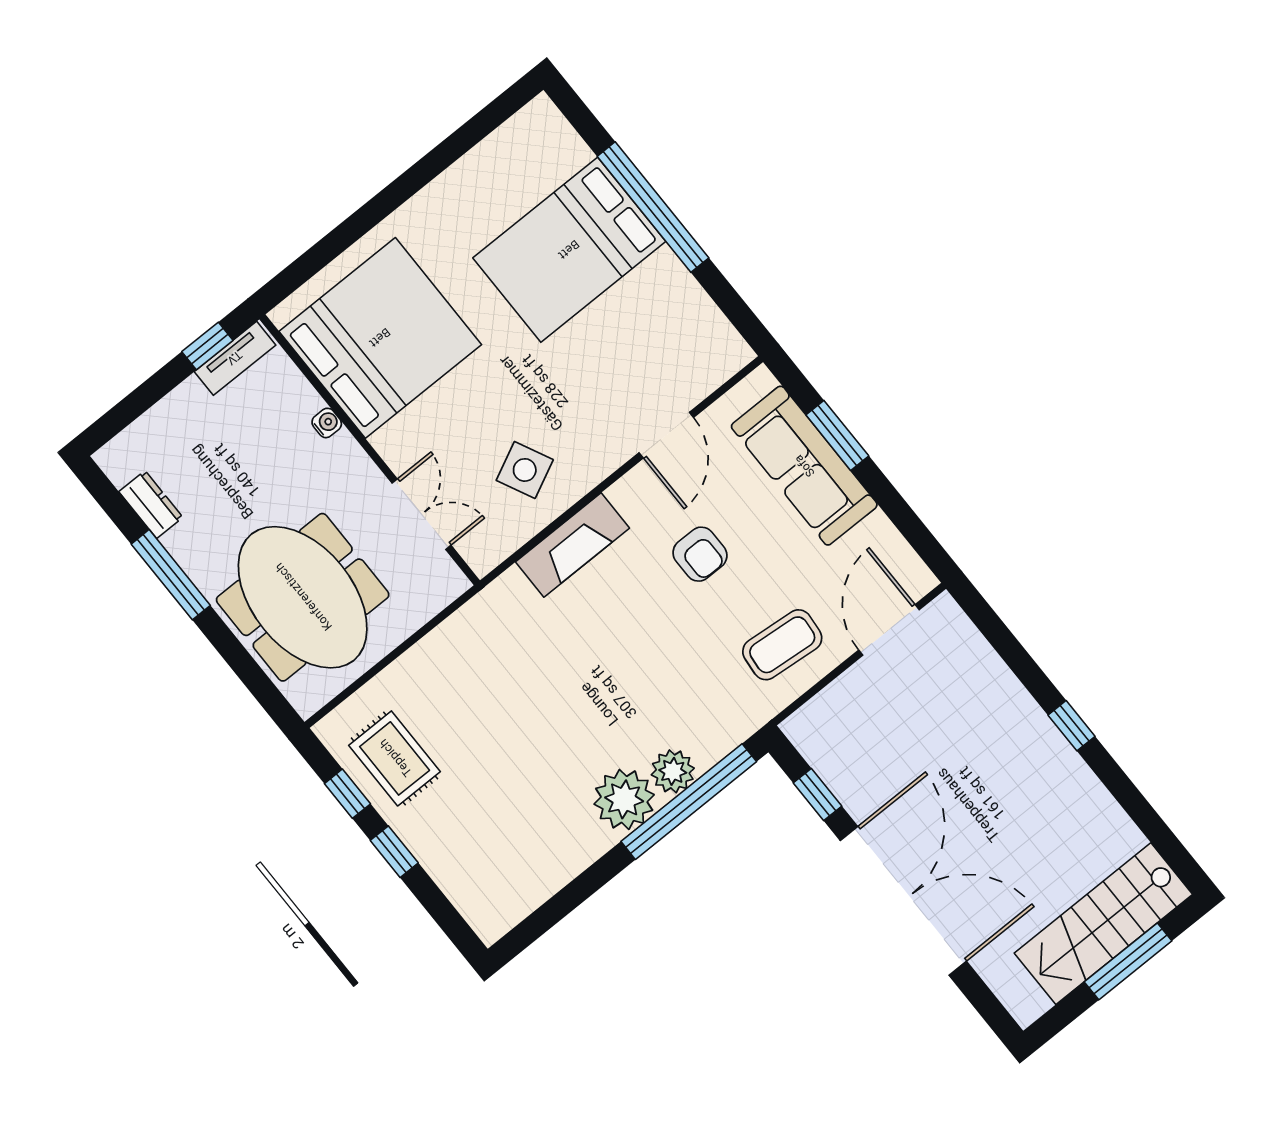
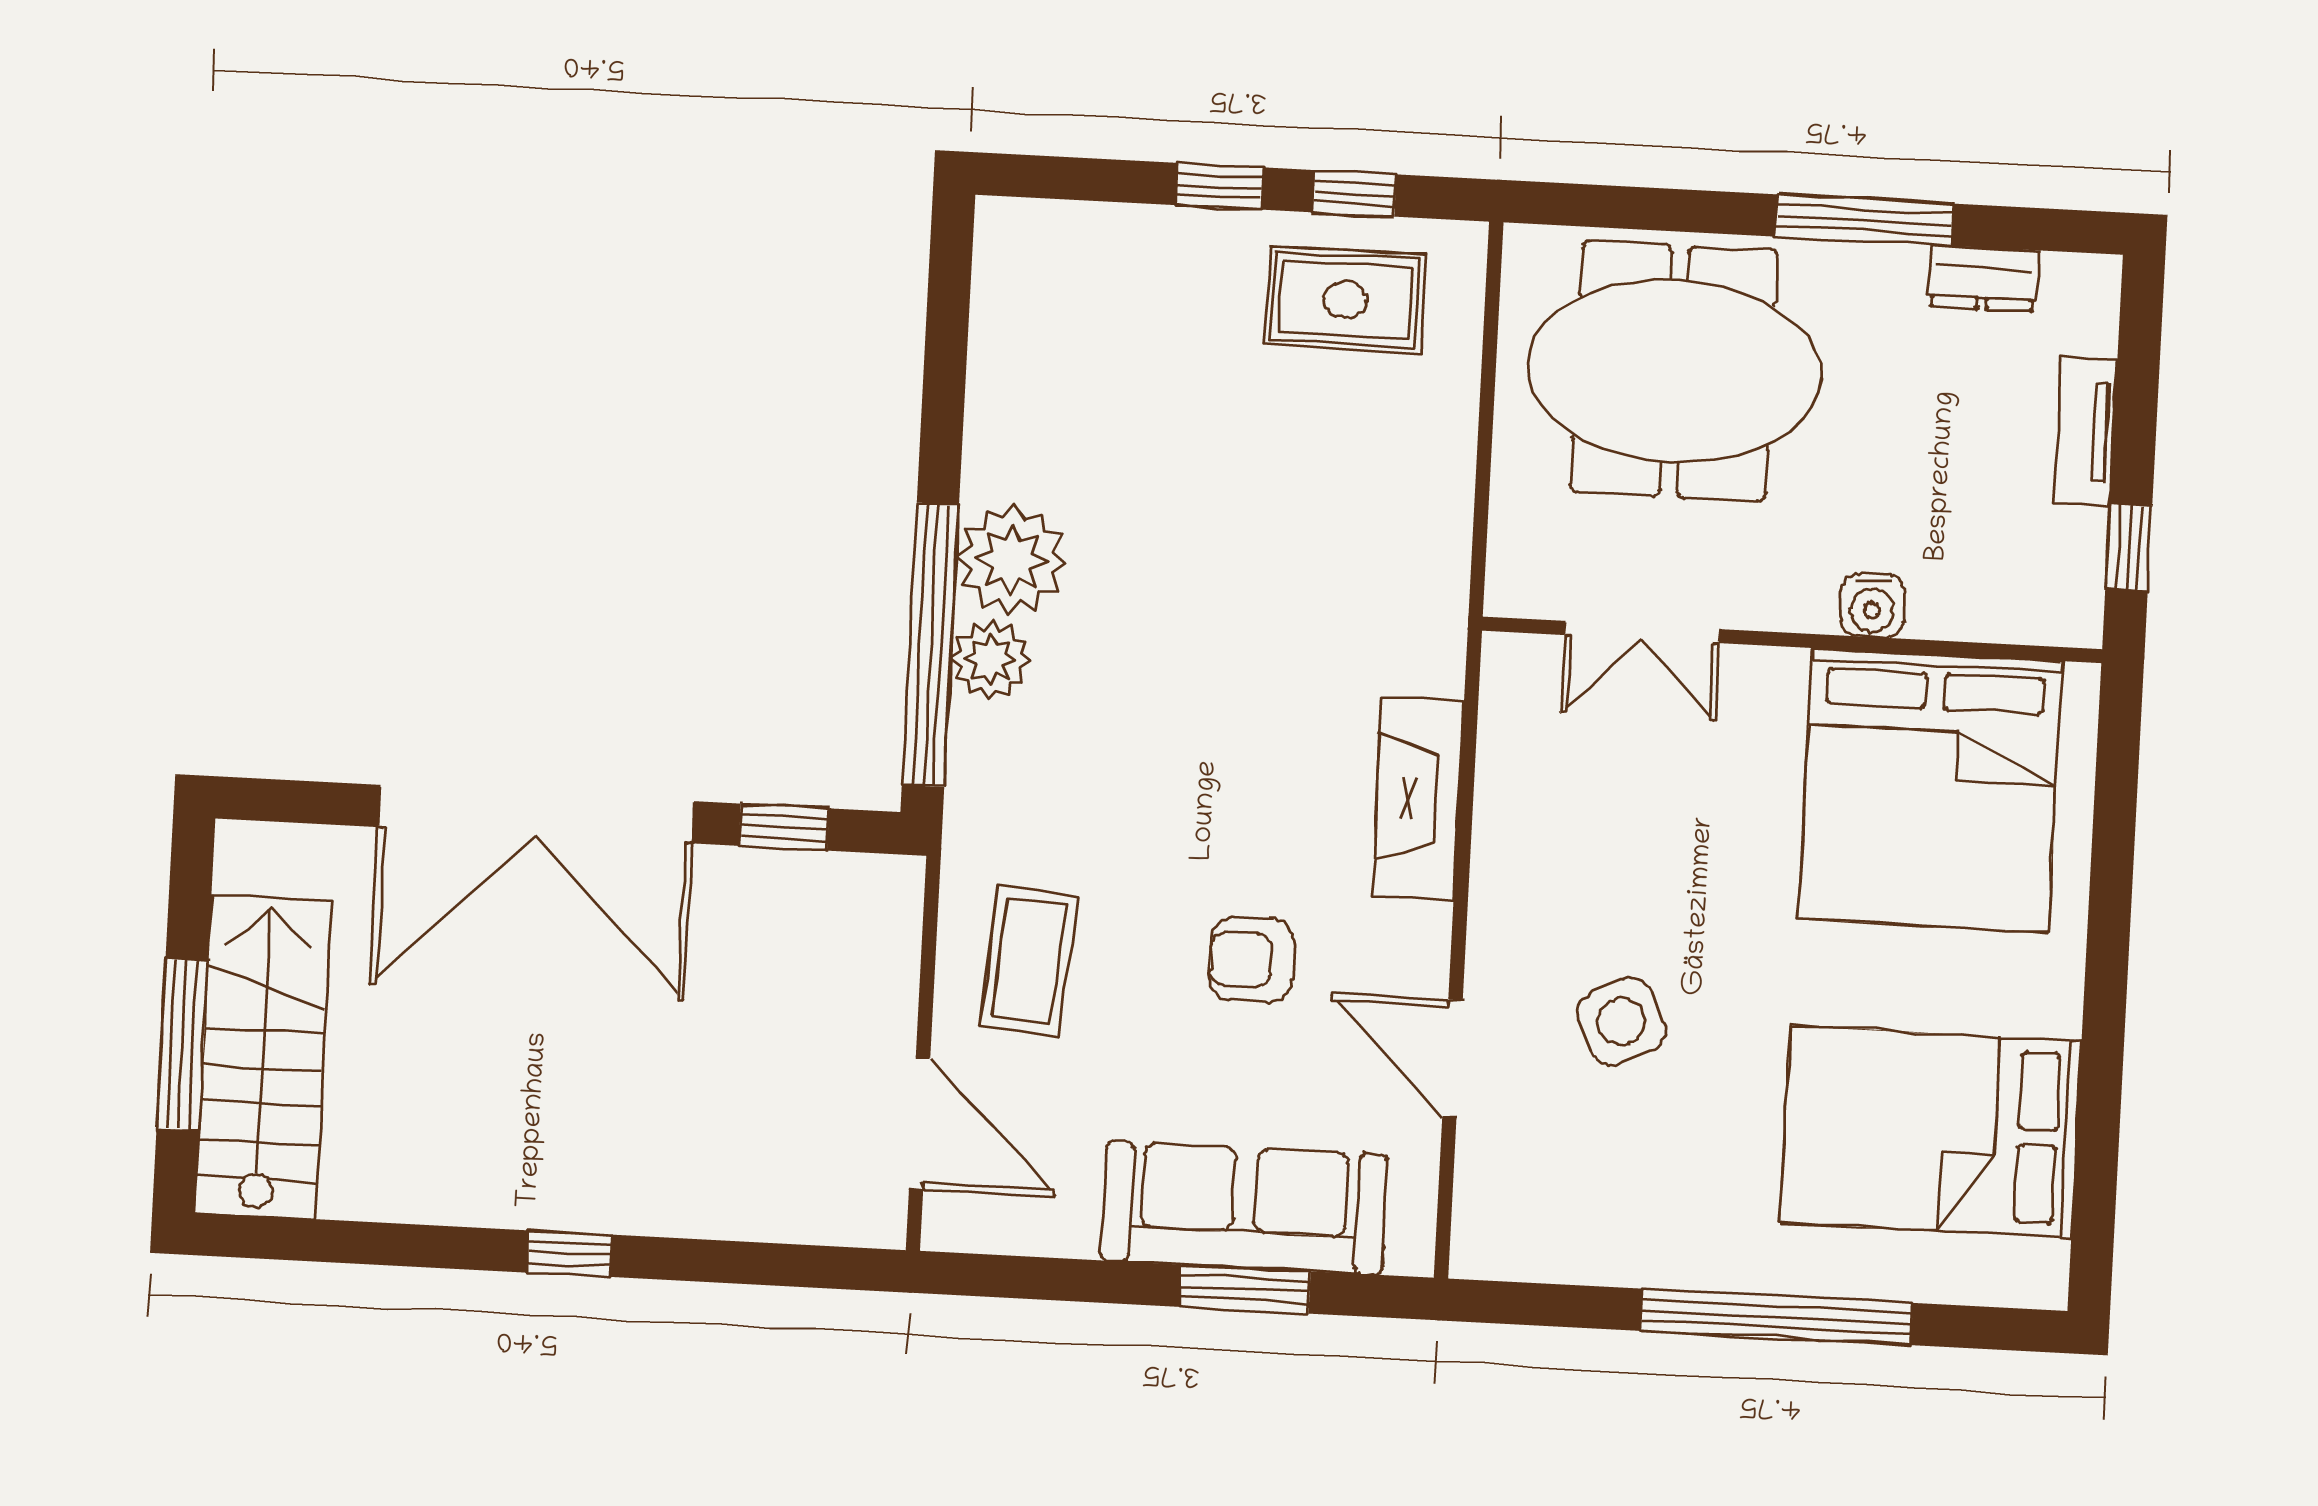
bed: (569, 250) -> (1931, 1132), moved, turned -90
tv unit: (235, 358) -> (2086, 431), moved
water cooler: (327, 423) -> (1872, 605), width x1.38, depth x1.38
side table: (525, 470) -> (1621, 1022), moved

